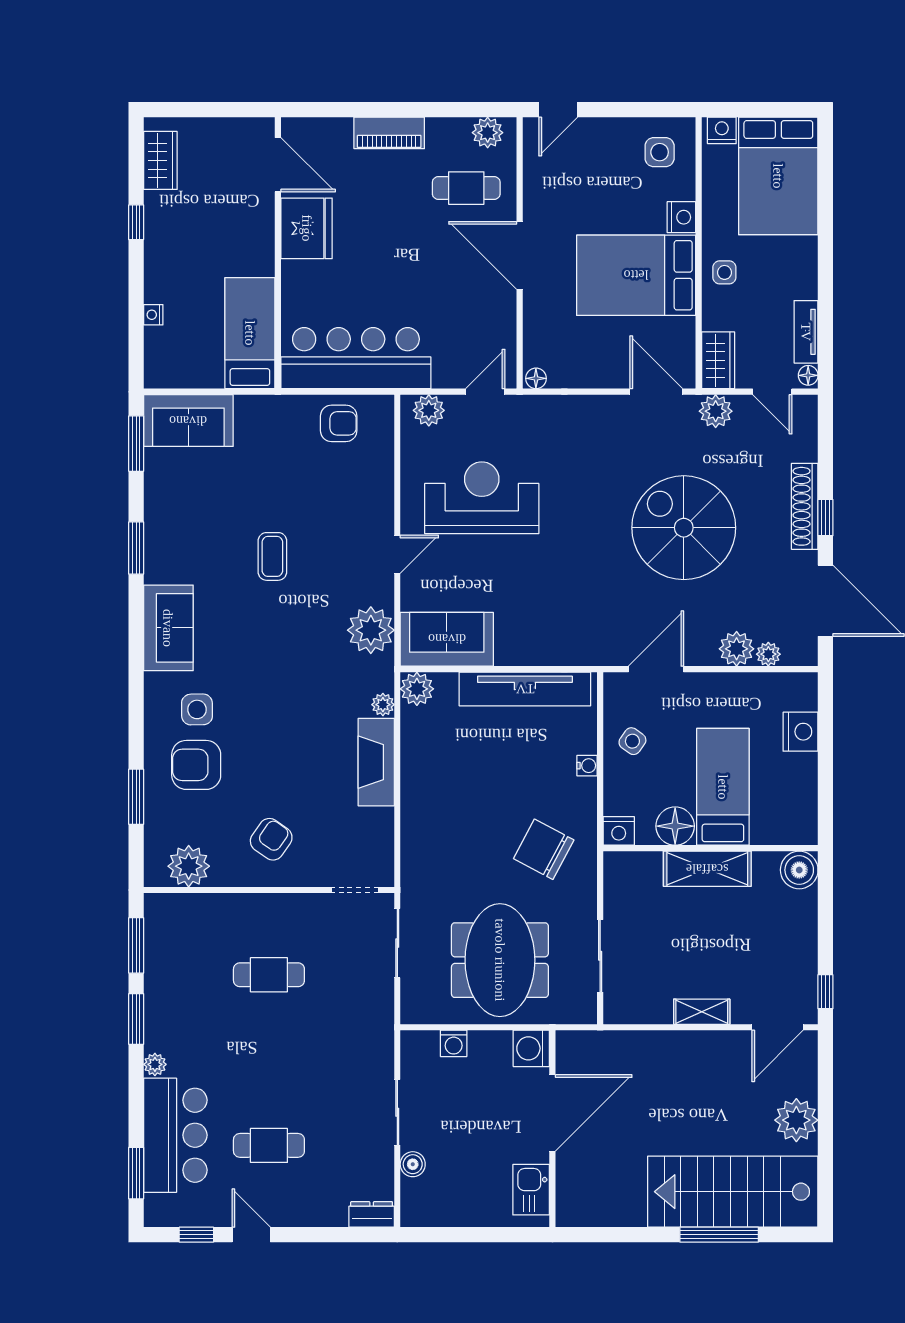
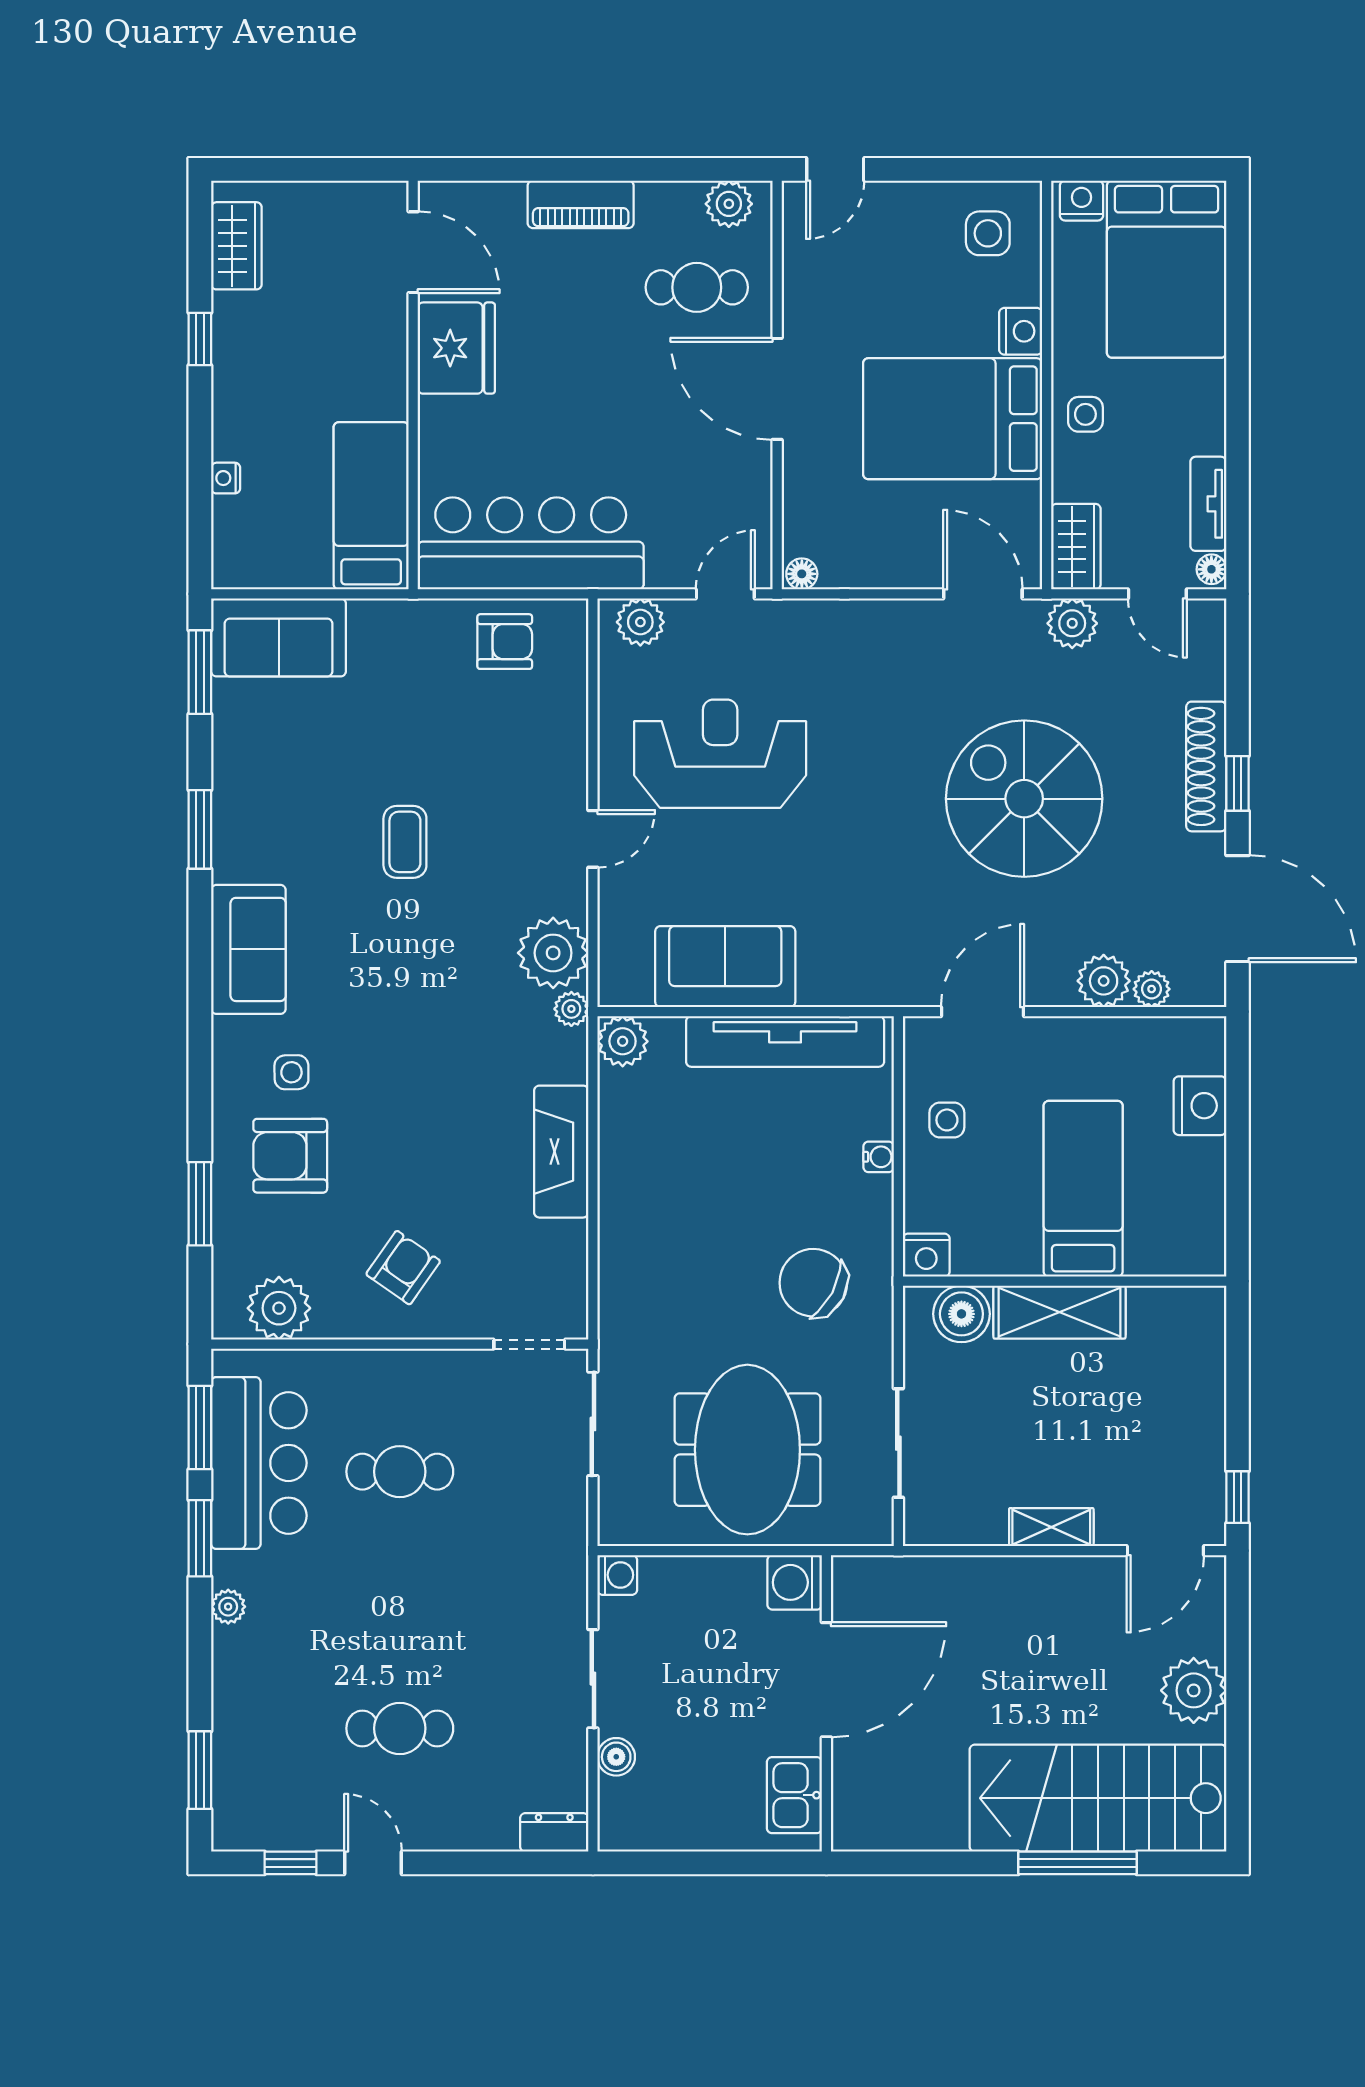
sofa: (447, 639) -> (725, 967), moved
plant: (383, 705) -> (571, 1009), moved
side table: (197, 709) -> (291, 1072), width x0.73, depth x0.73
side table: (632, 741) -> (947, 1120), turned -35
floor lamp: (675, 826) -> (1011, 1248), removed
boiler: (799, 870) -> (961, 1314), moved
washing machine: (454, 1043) -> (617, 1575), moved, turned -90
bar counter: (175, 1135) -> (259, 1463), moved

